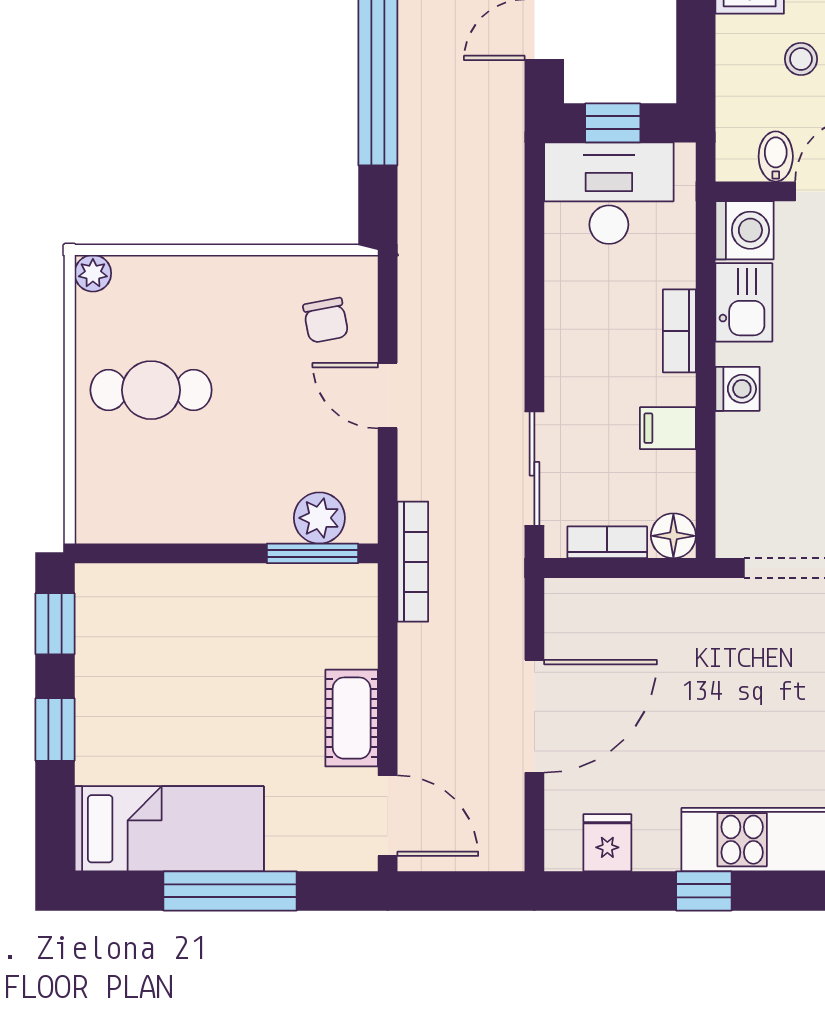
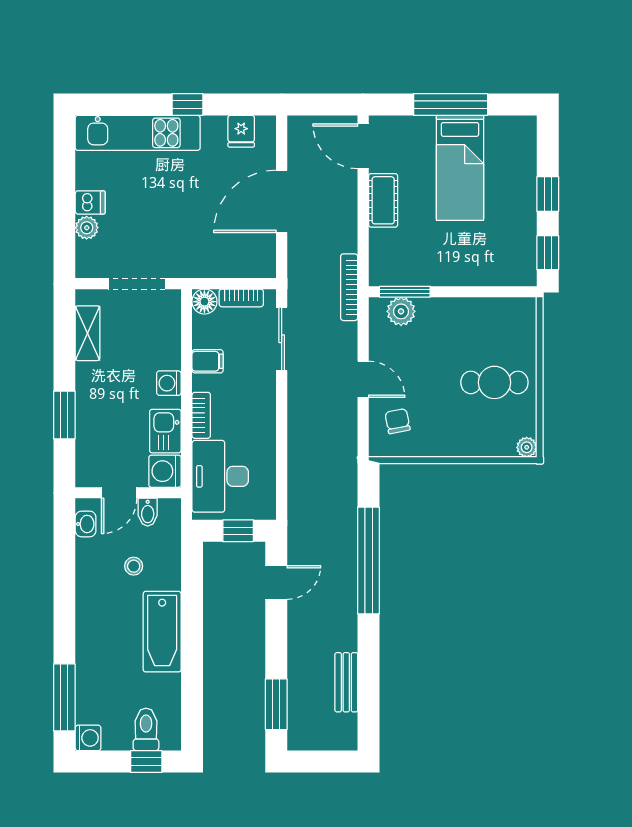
desk: (609, 193) -> (220, 476), moved, turned 90
bed: (169, 829) -> (460, 168), moved, turned -90

